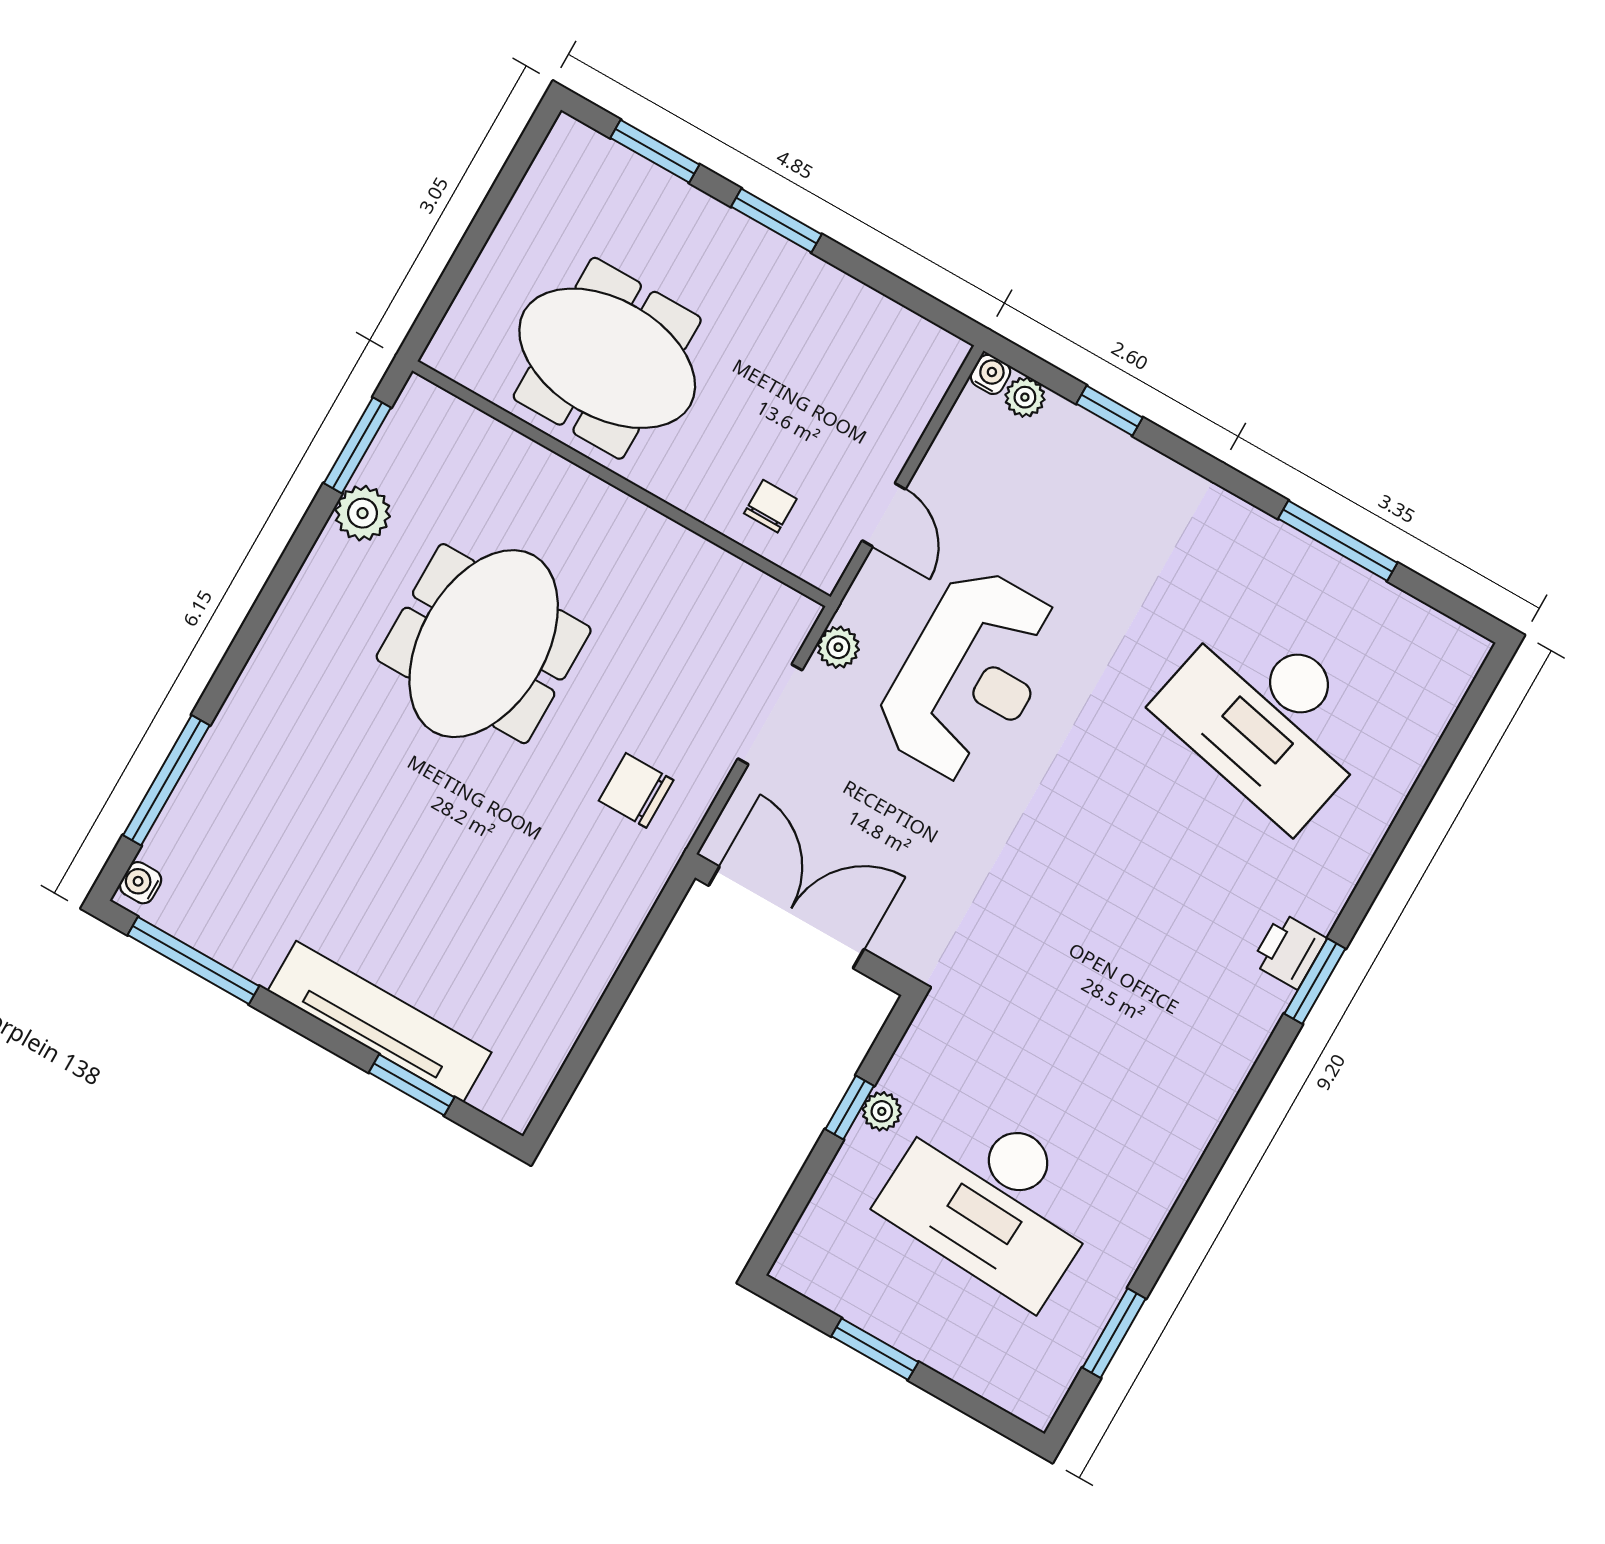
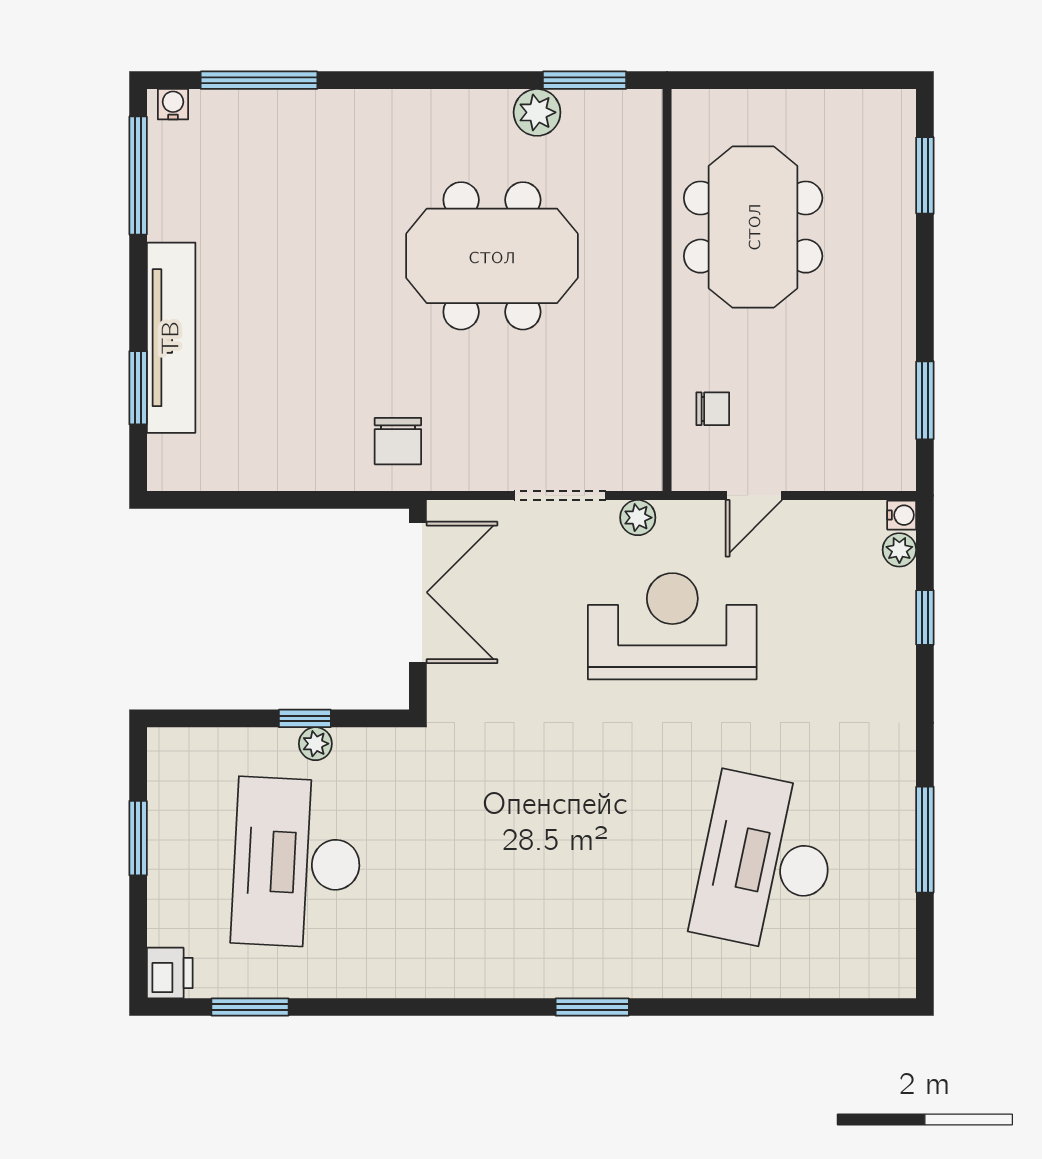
window: (776, 221) -> (925, 400), moved
reception desk: (970, 675) -> (672, 626), turned 180
chair: (636, 790) -> (398, 441), moved, turned 180
printer: (1289, 951) -> (170, 973), moved, turned 90

